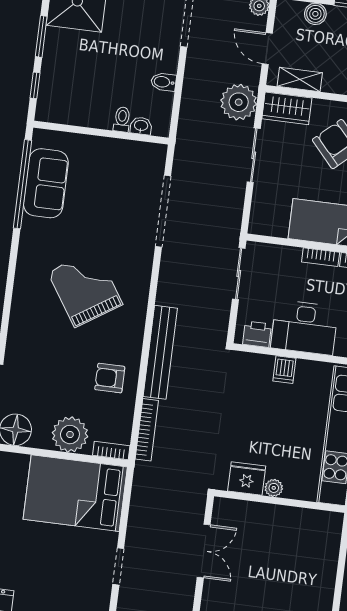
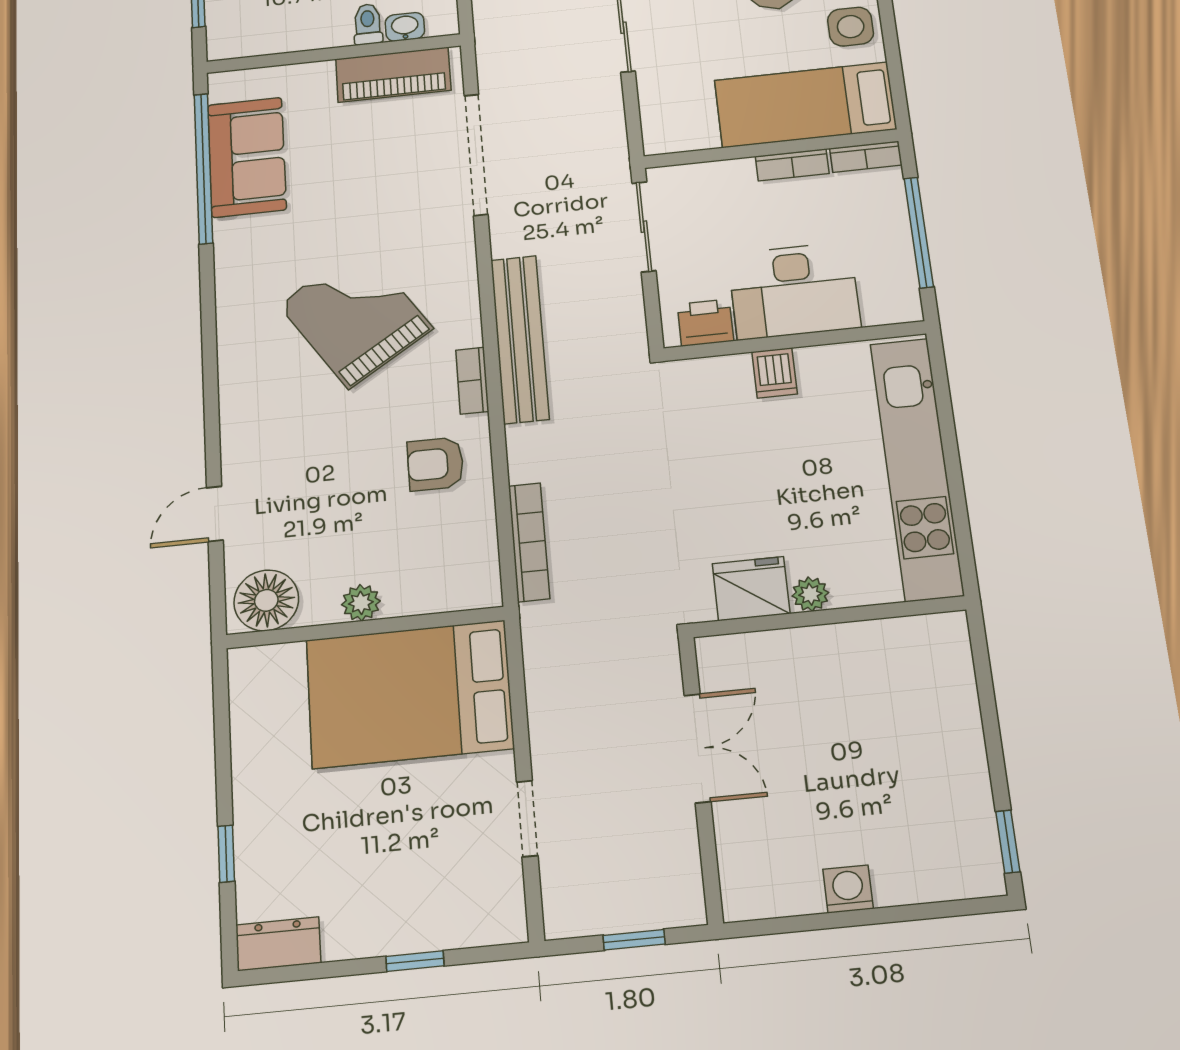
piano: (130, 153) -> (393, 75), added
bench: (160, 352) -> (520, 339), moved
plant: (70, 435) -> (361, 603), width x0.53, depth x0.53
bookcase: (111, 451) -> (472, 381), moved, turned -90

